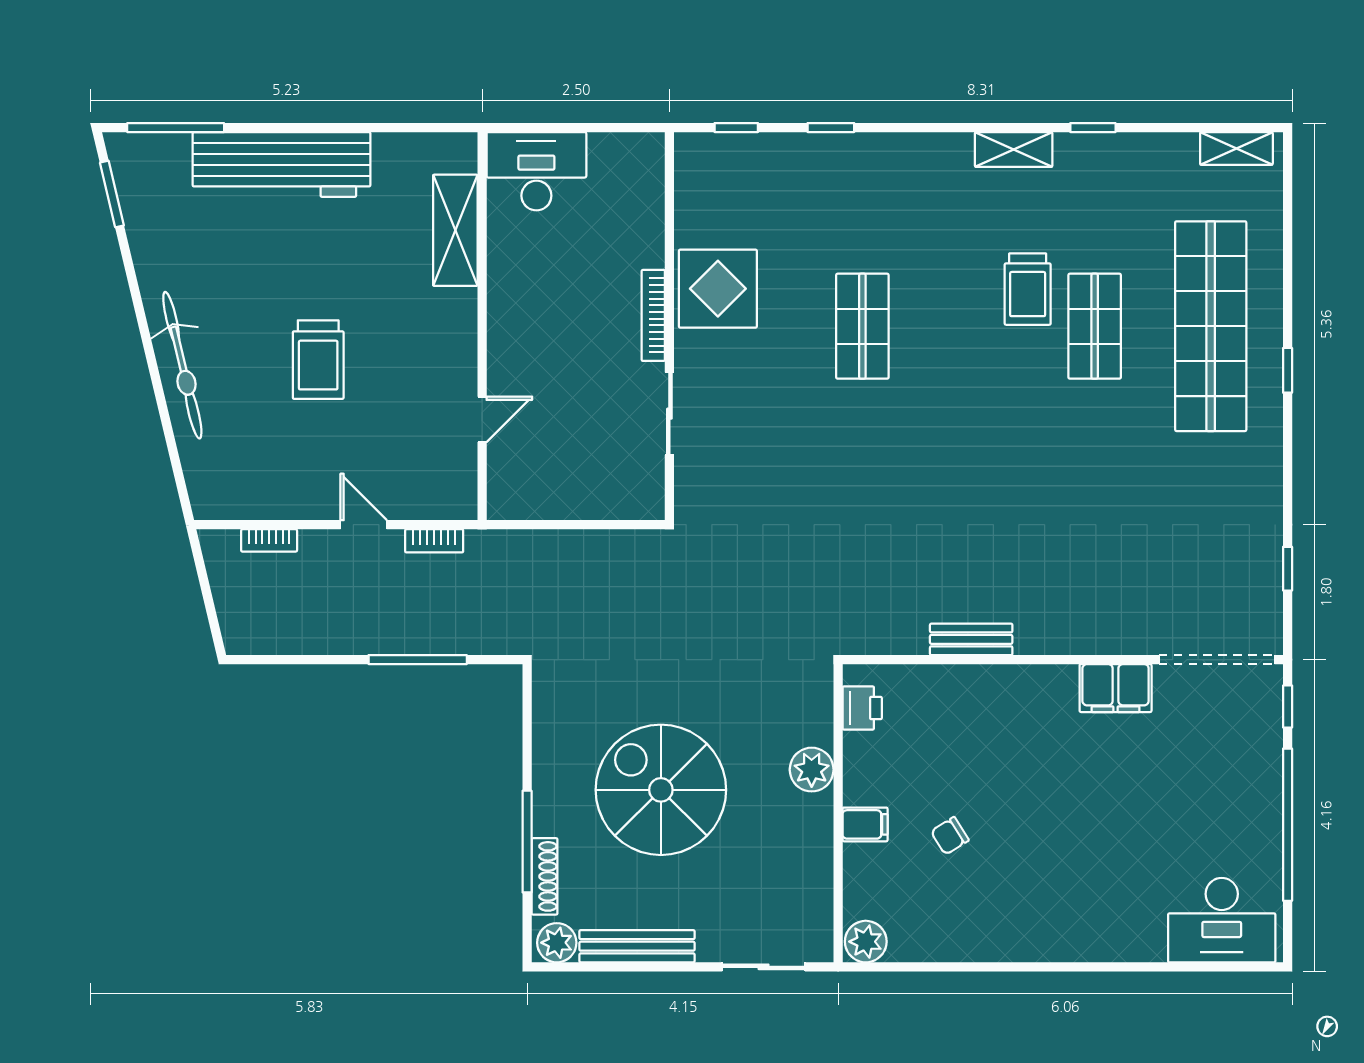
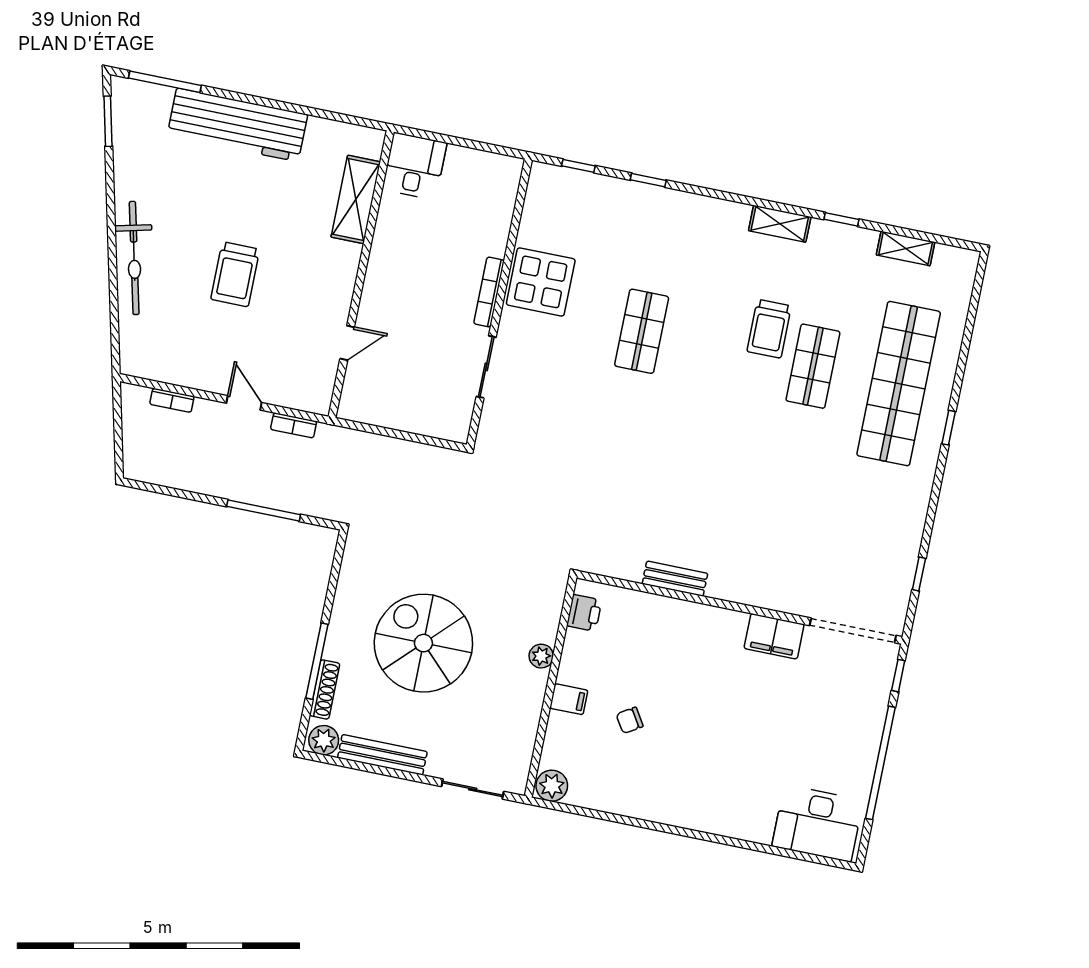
shelving: (1236, 148) -> (906, 248), moved
desk: (536, 171) -> (414, 166), width x0.73
plant: (812, 770) -> (541, 656), width x0.73, depth x0.73

